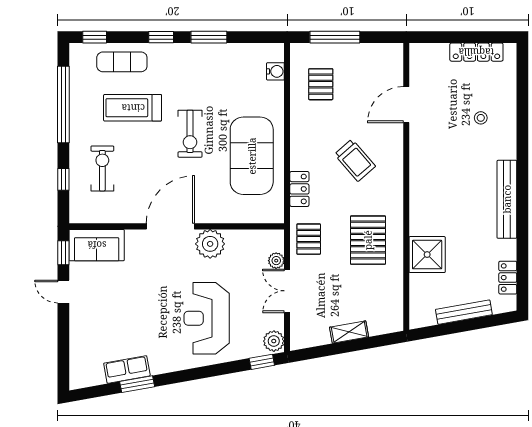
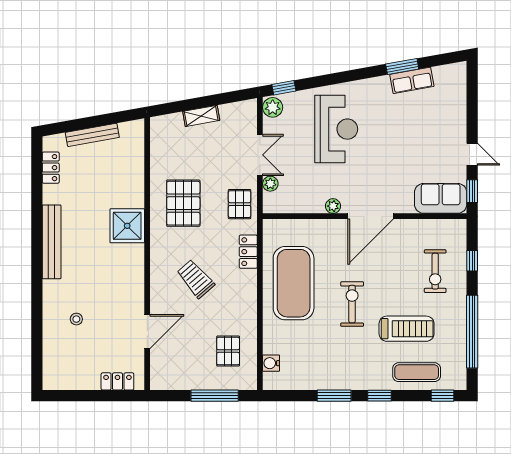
locker: (476, 52) -> (117, 381), moved, width x0.66
plant: (210, 244) -> (333, 206), width x0.53, depth x0.53
shower: (427, 255) -> (127, 226), moved

